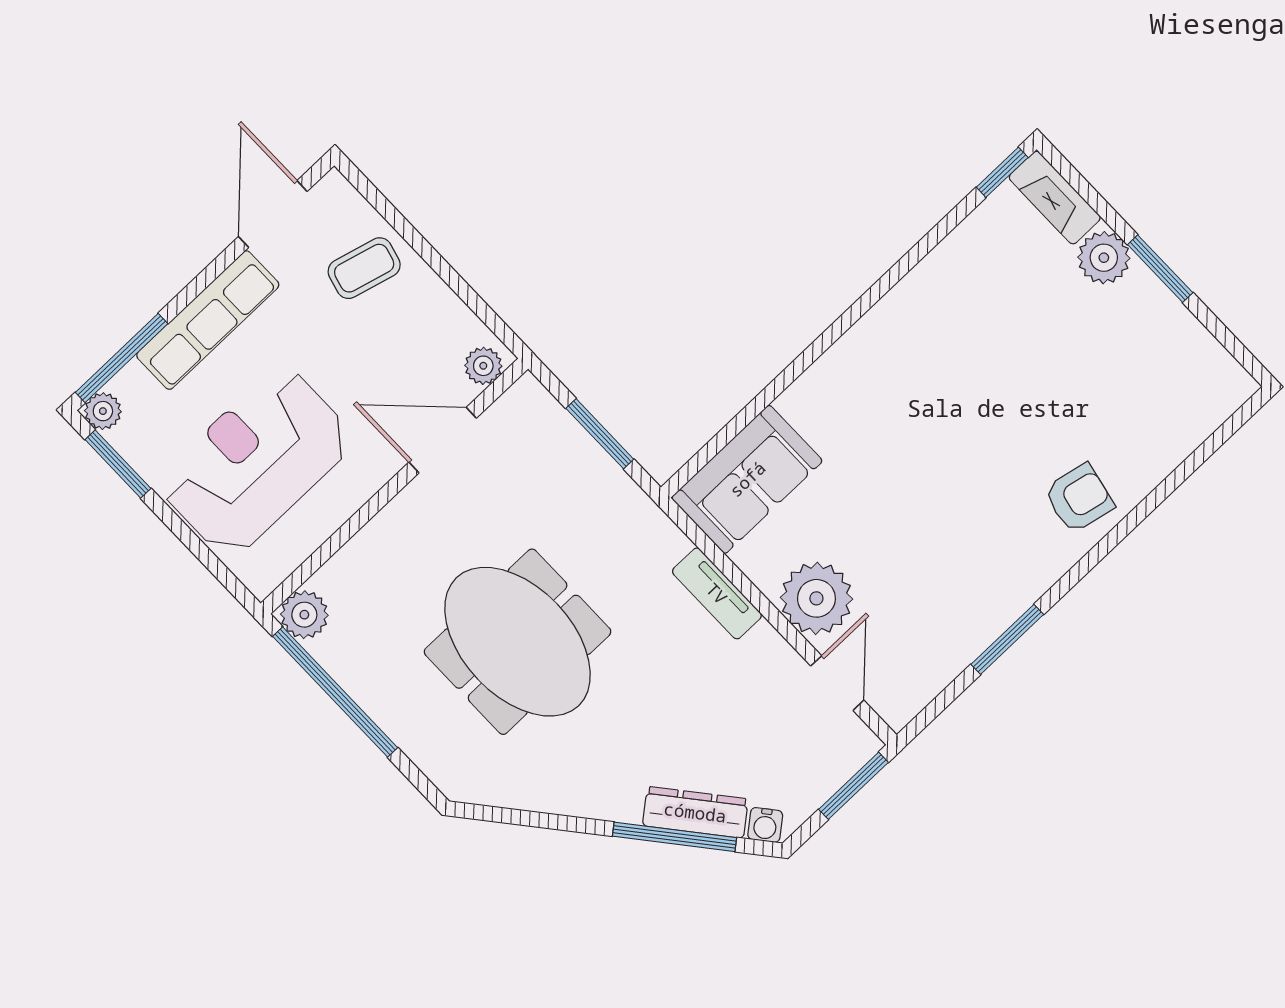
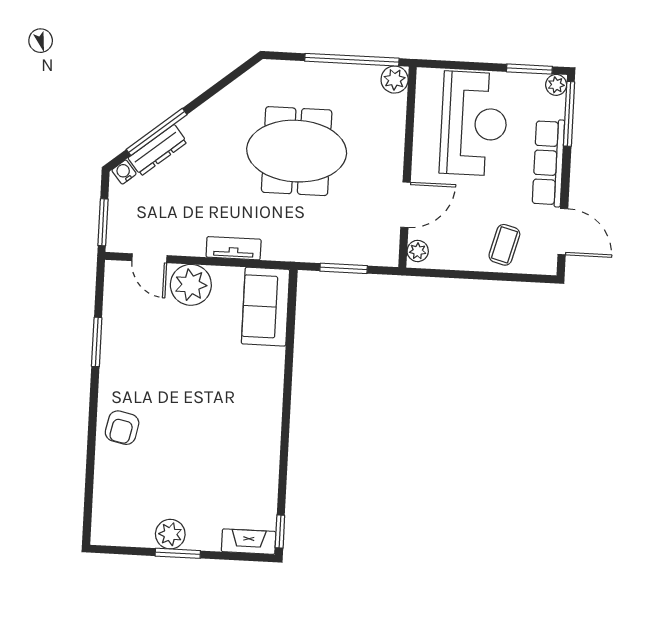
plant: (1104, 258) -> (170, 534), moved

